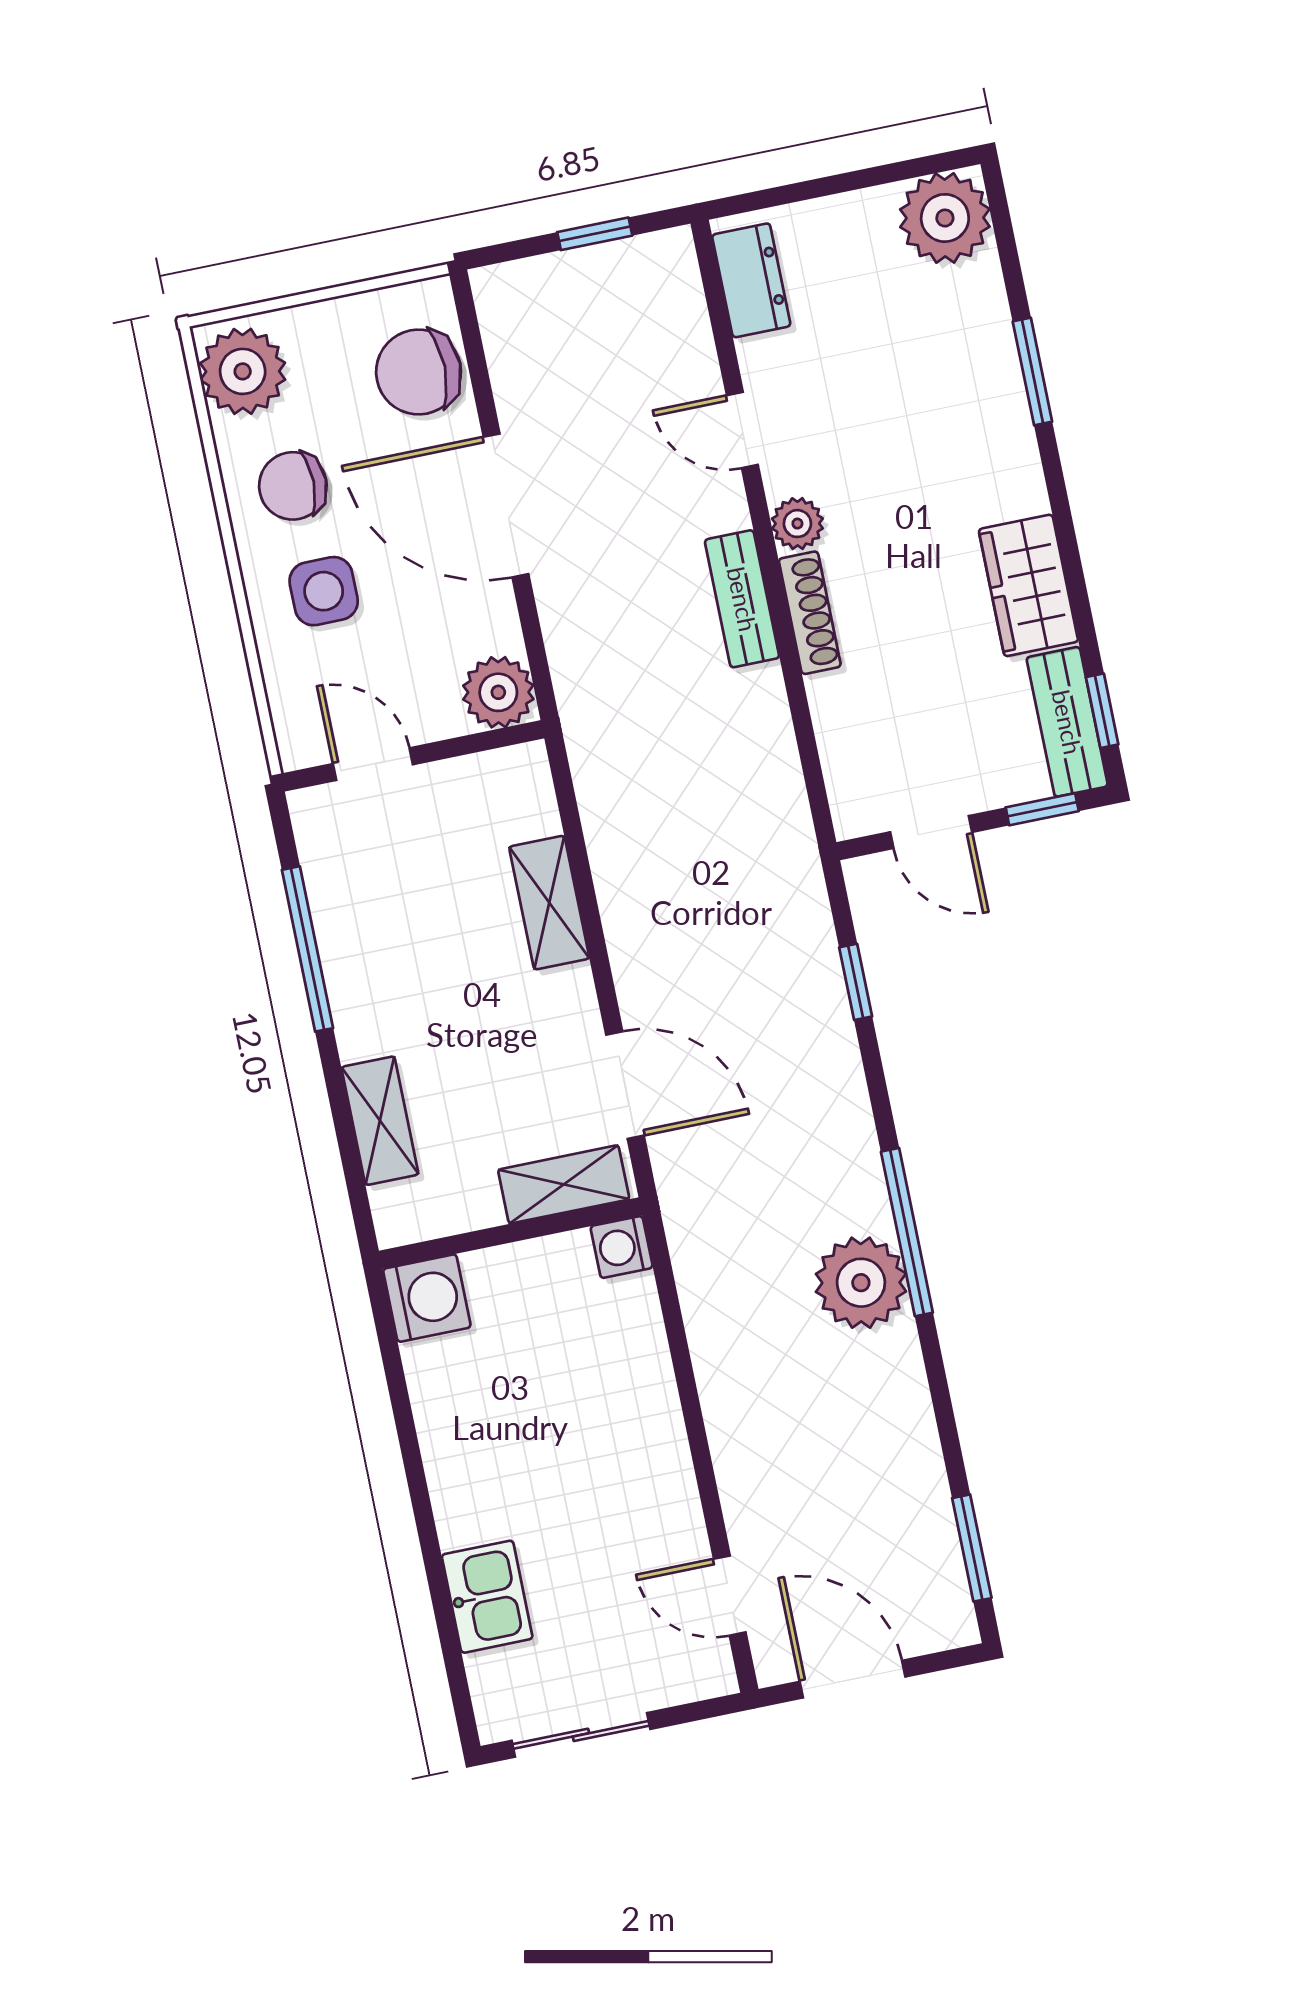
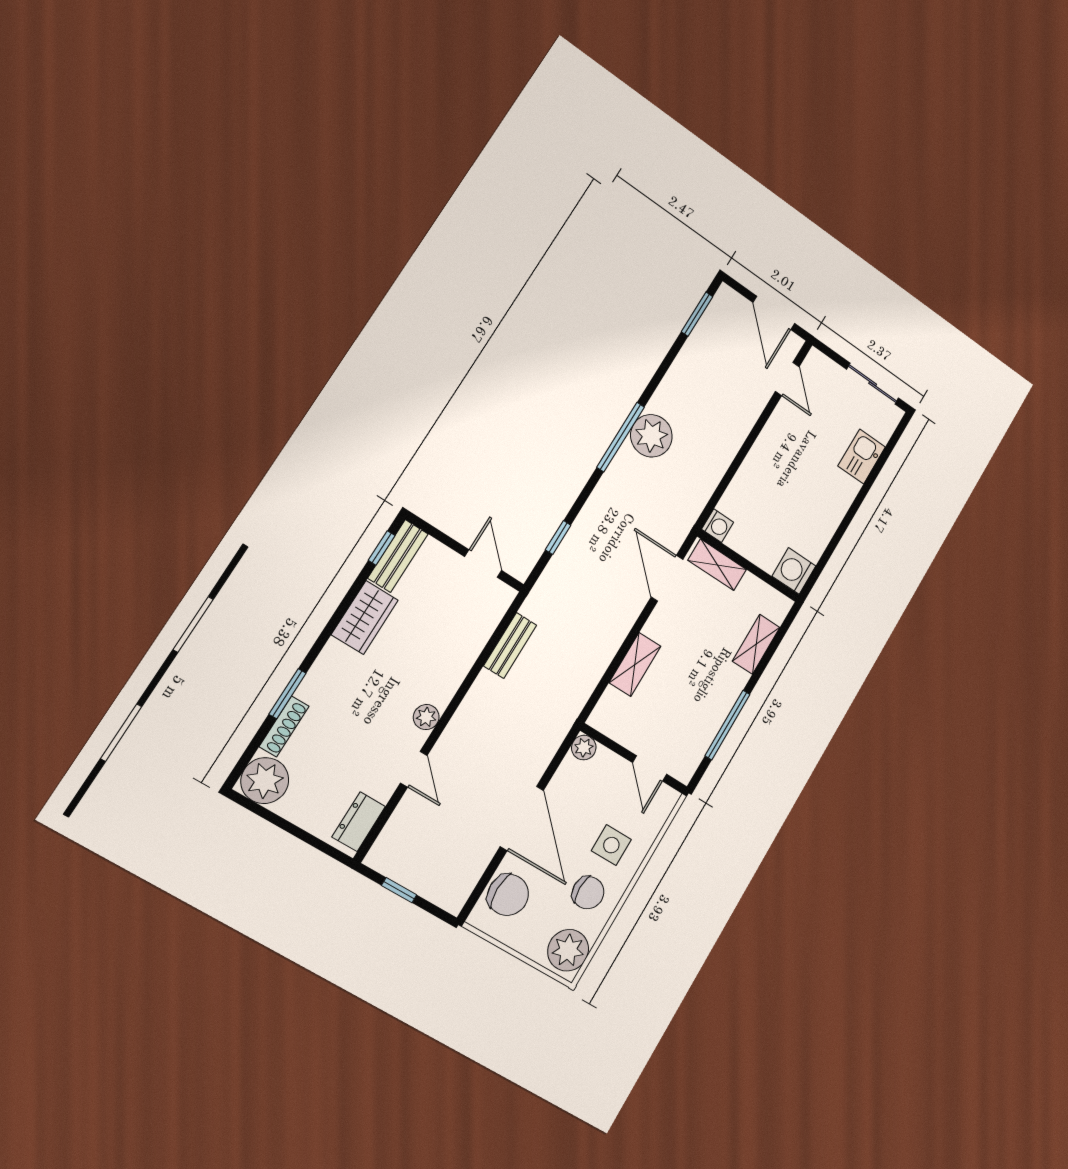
bench: (742, 599) -> (510, 645), moved
shoe rack: (810, 613) -> (284, 726), moved, turned 180
plant: (498, 692) -> (584, 748), width x0.73, depth x0.73
window: (1042, 809) -> (437, 534), removed

